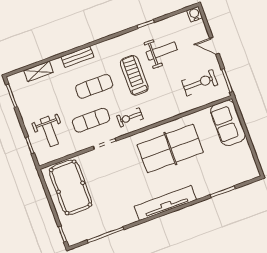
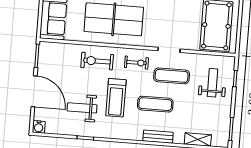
door: (214, 46) -> (34, 91), width x1.88
exercise bike: (200, 83) -> (97, 61), moved

